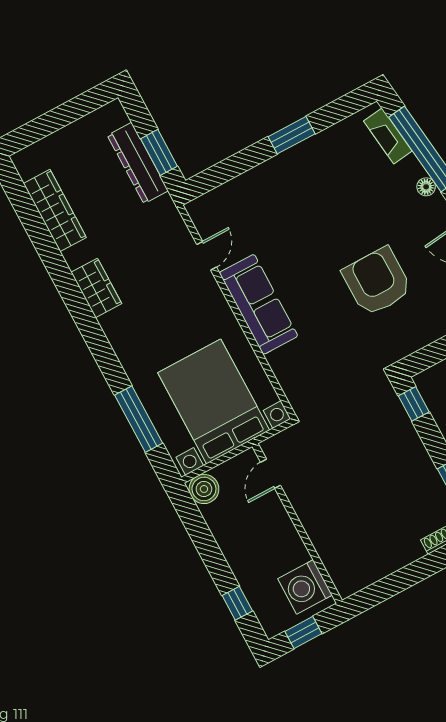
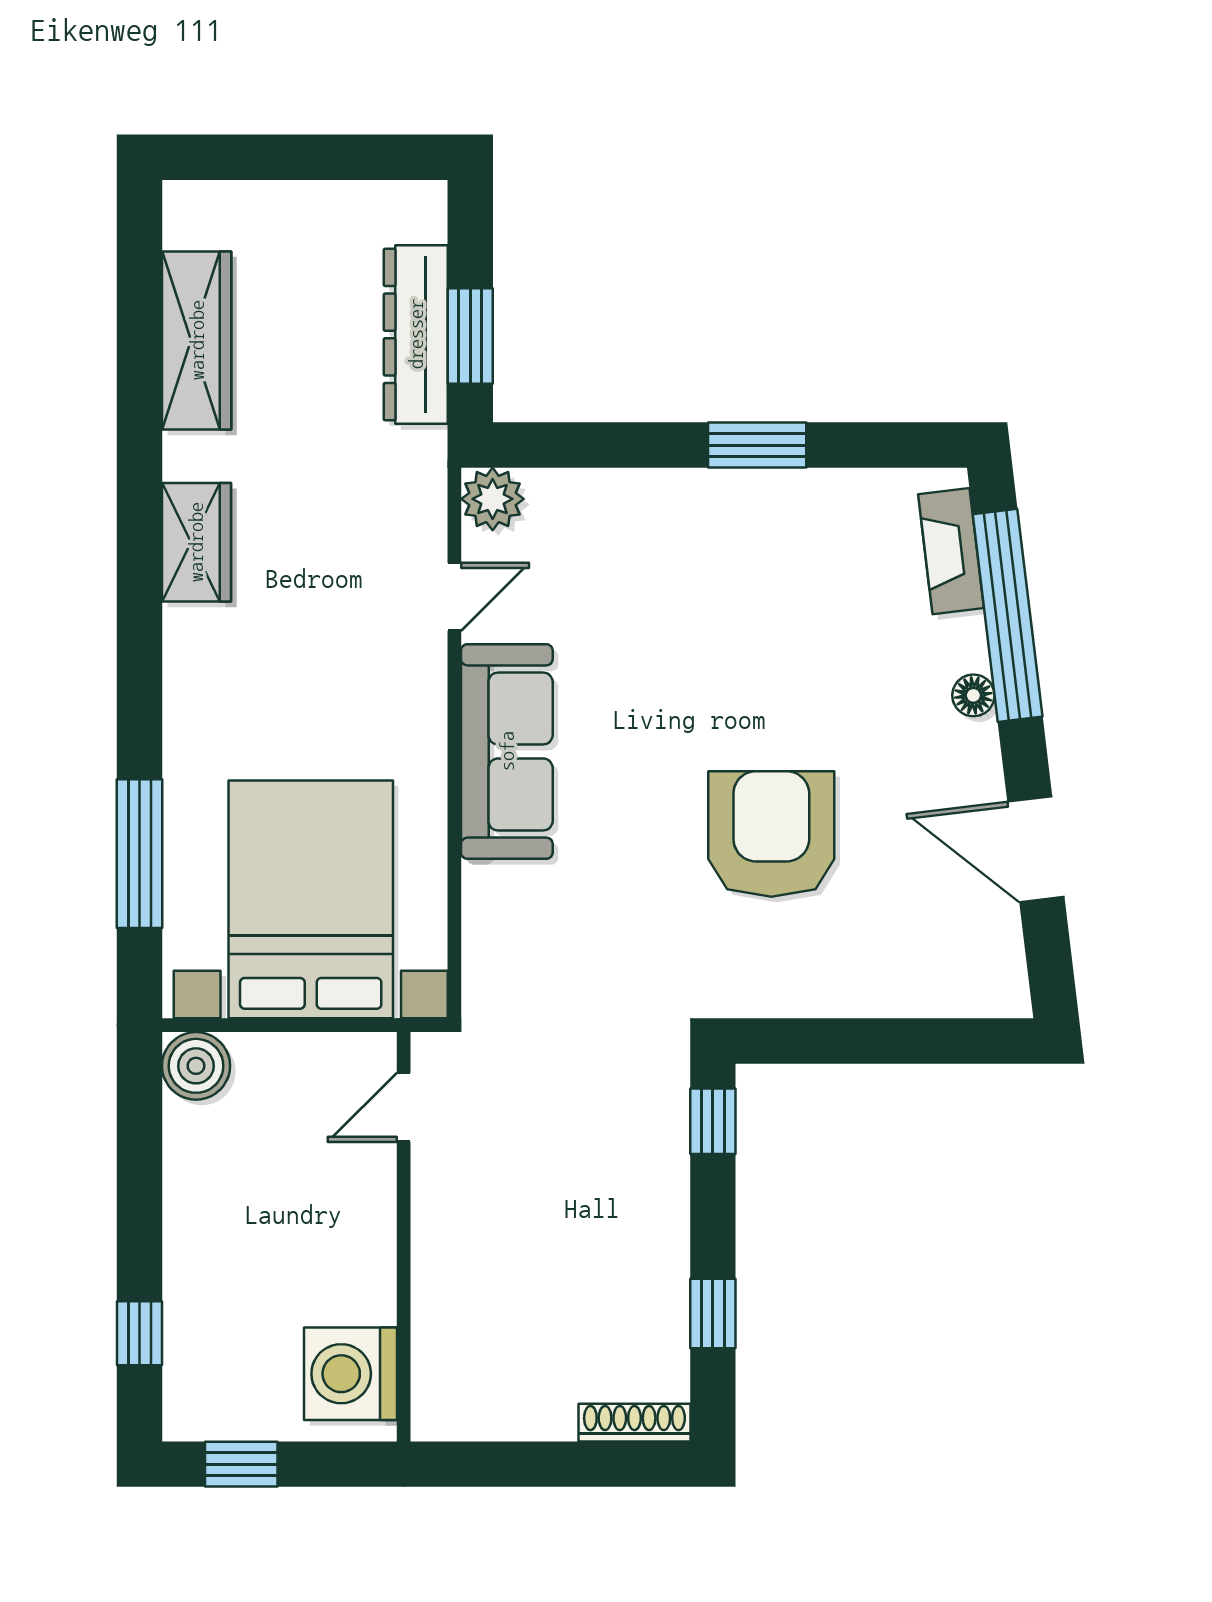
plant: (201, 210) -> (493, 499), added
door: (271, 474) -> (404, 1107), moved
wall: (297, 523) -> (404, 1237), moved
washing machine: (305, 587) -> (350, 1374), moved

